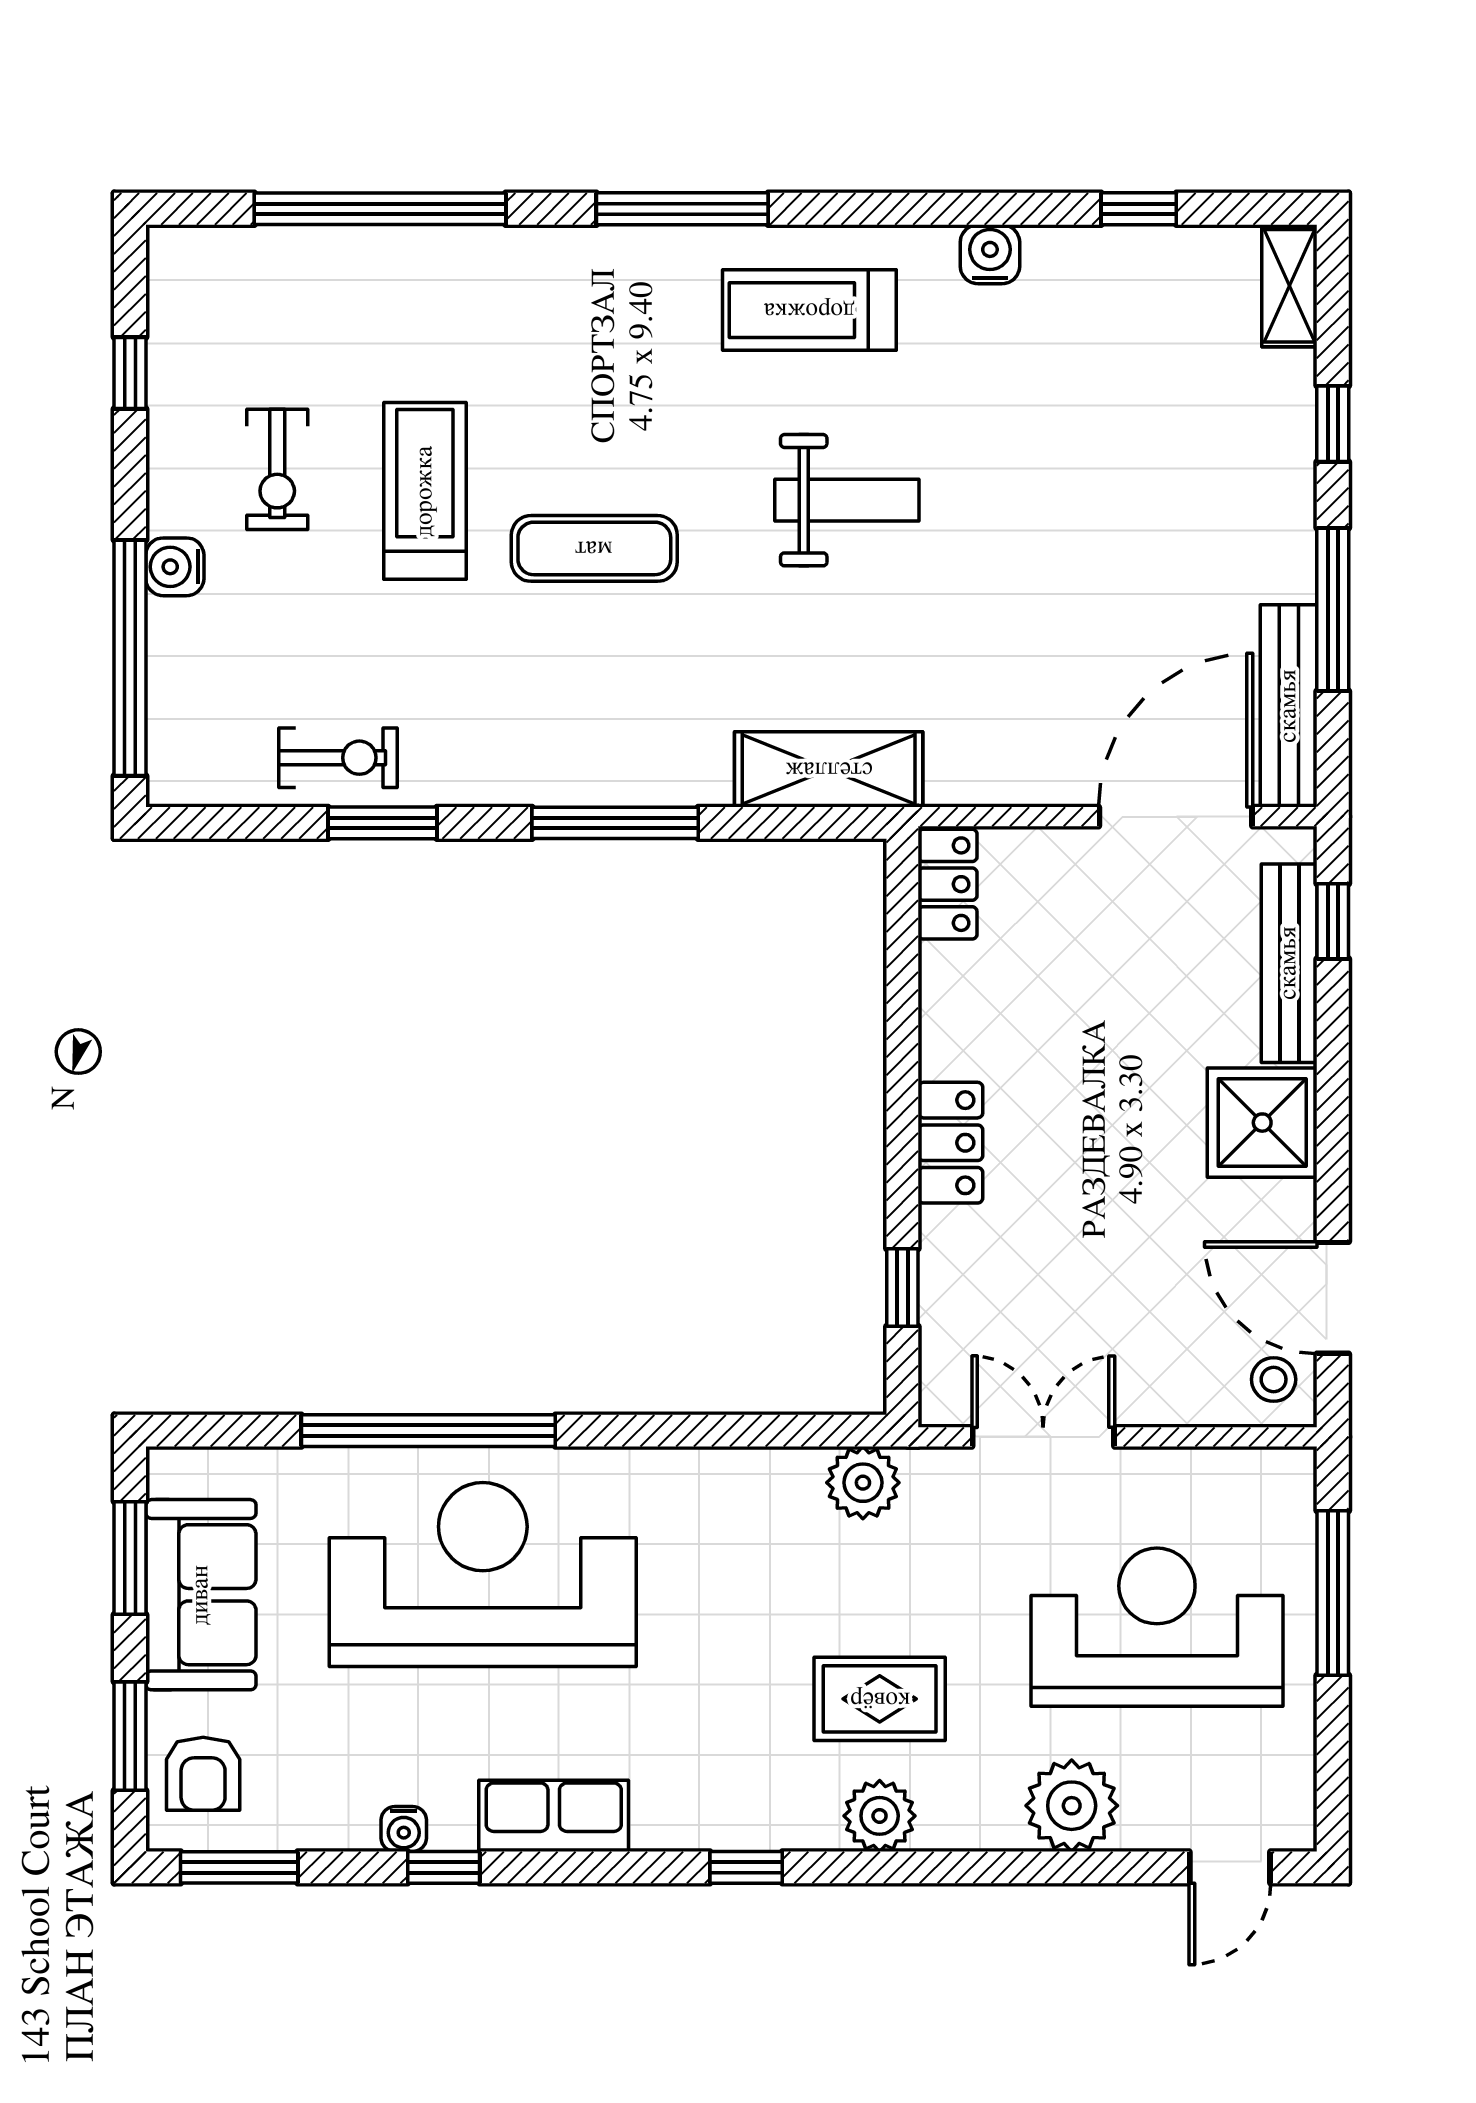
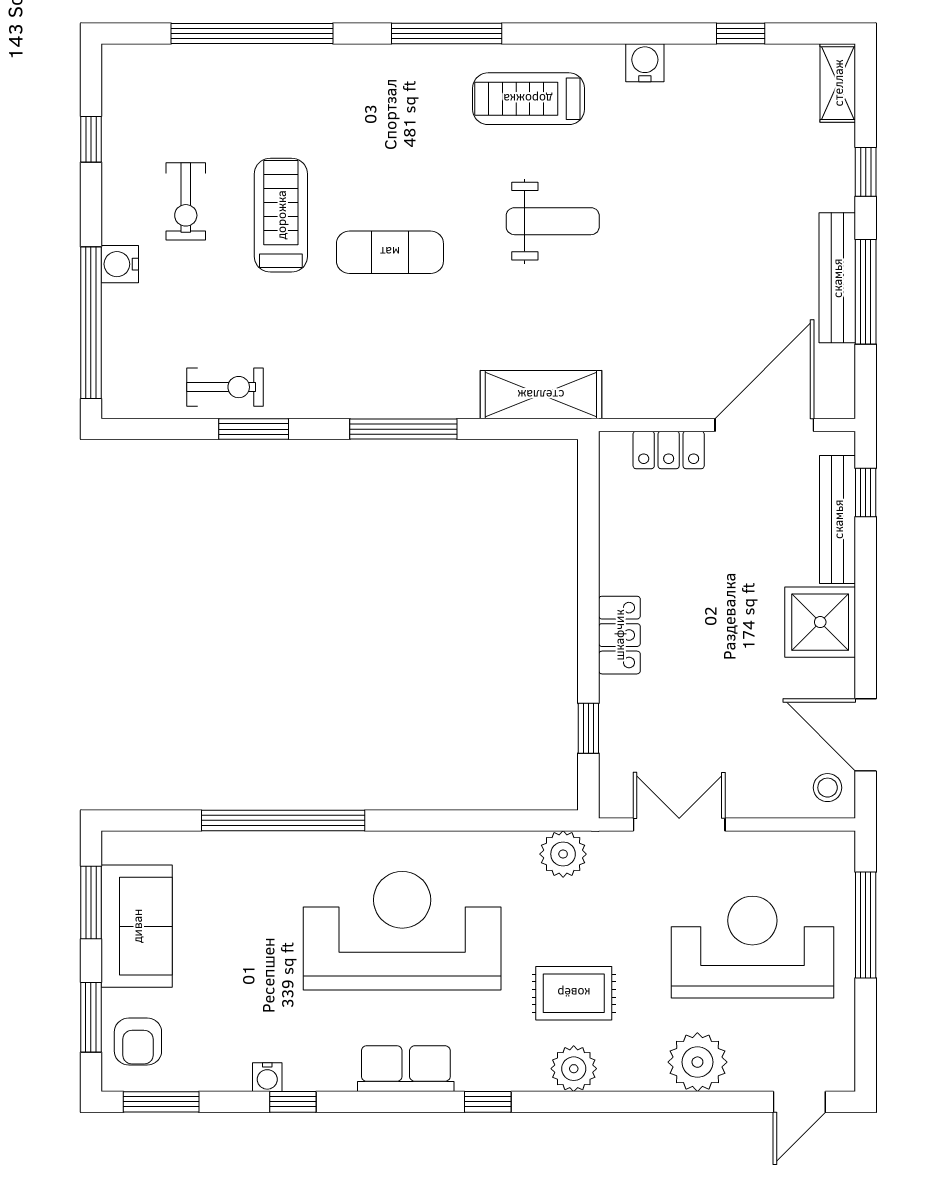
bench: (1289, 706) -> (837, 278), moved
locker: (948, 884) -> (669, 450), moved, turned 90
reception desk: (483, 1575) -> (402, 931), moved
row of seats: (554, 1816) -> (406, 1069), moved

